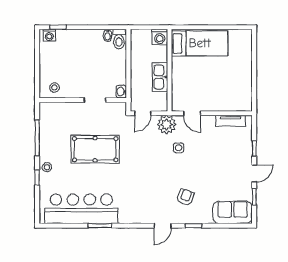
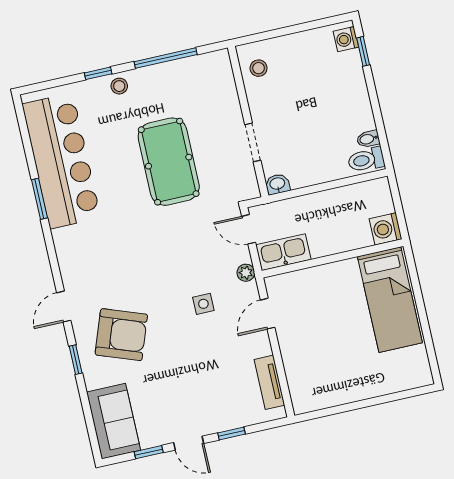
kitchen sink: (160, 77) -> (283, 252), moved
plant: (167, 125) -> (246, 273), width x0.53, depth x0.53
armchair: (185, 197) -> (121, 335), width x1.88, depth x1.88
door: (163, 226) -> (64, 307), hinge flipped

